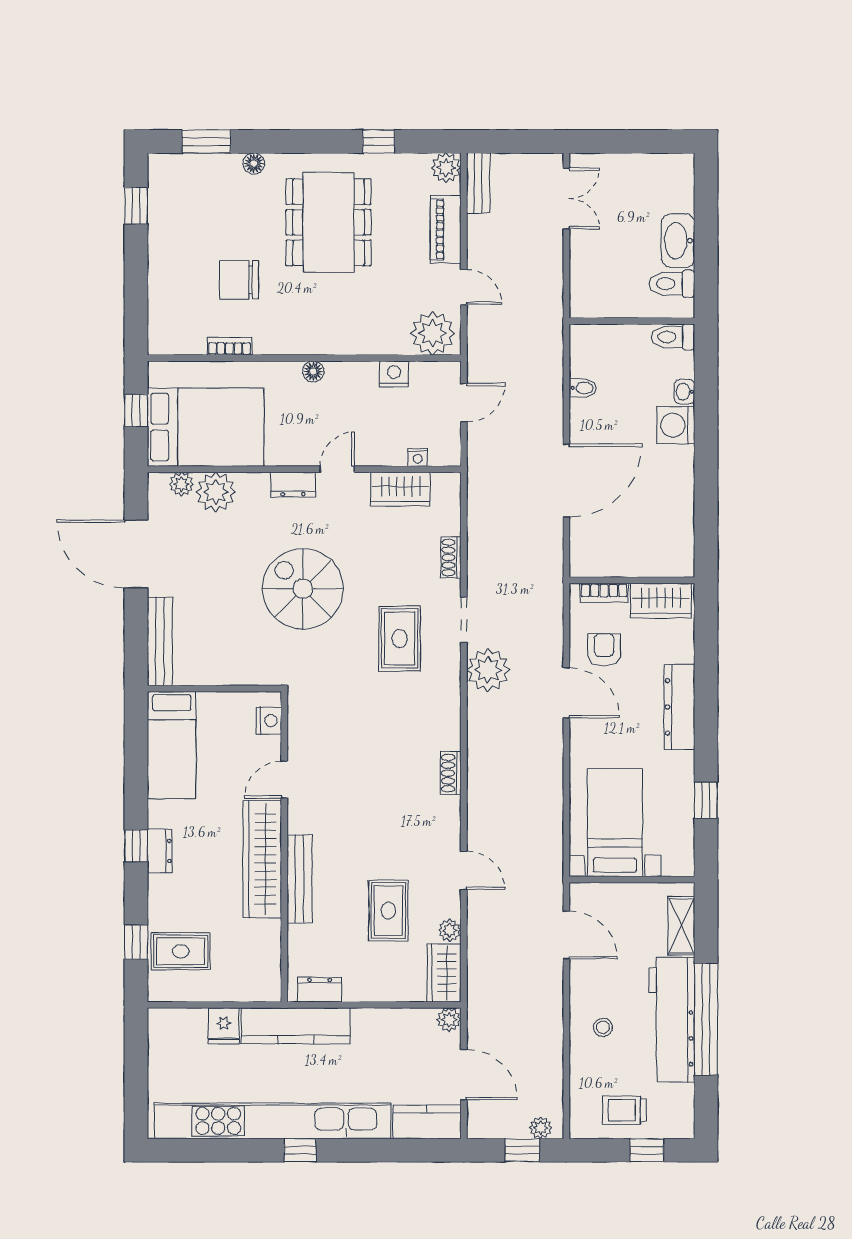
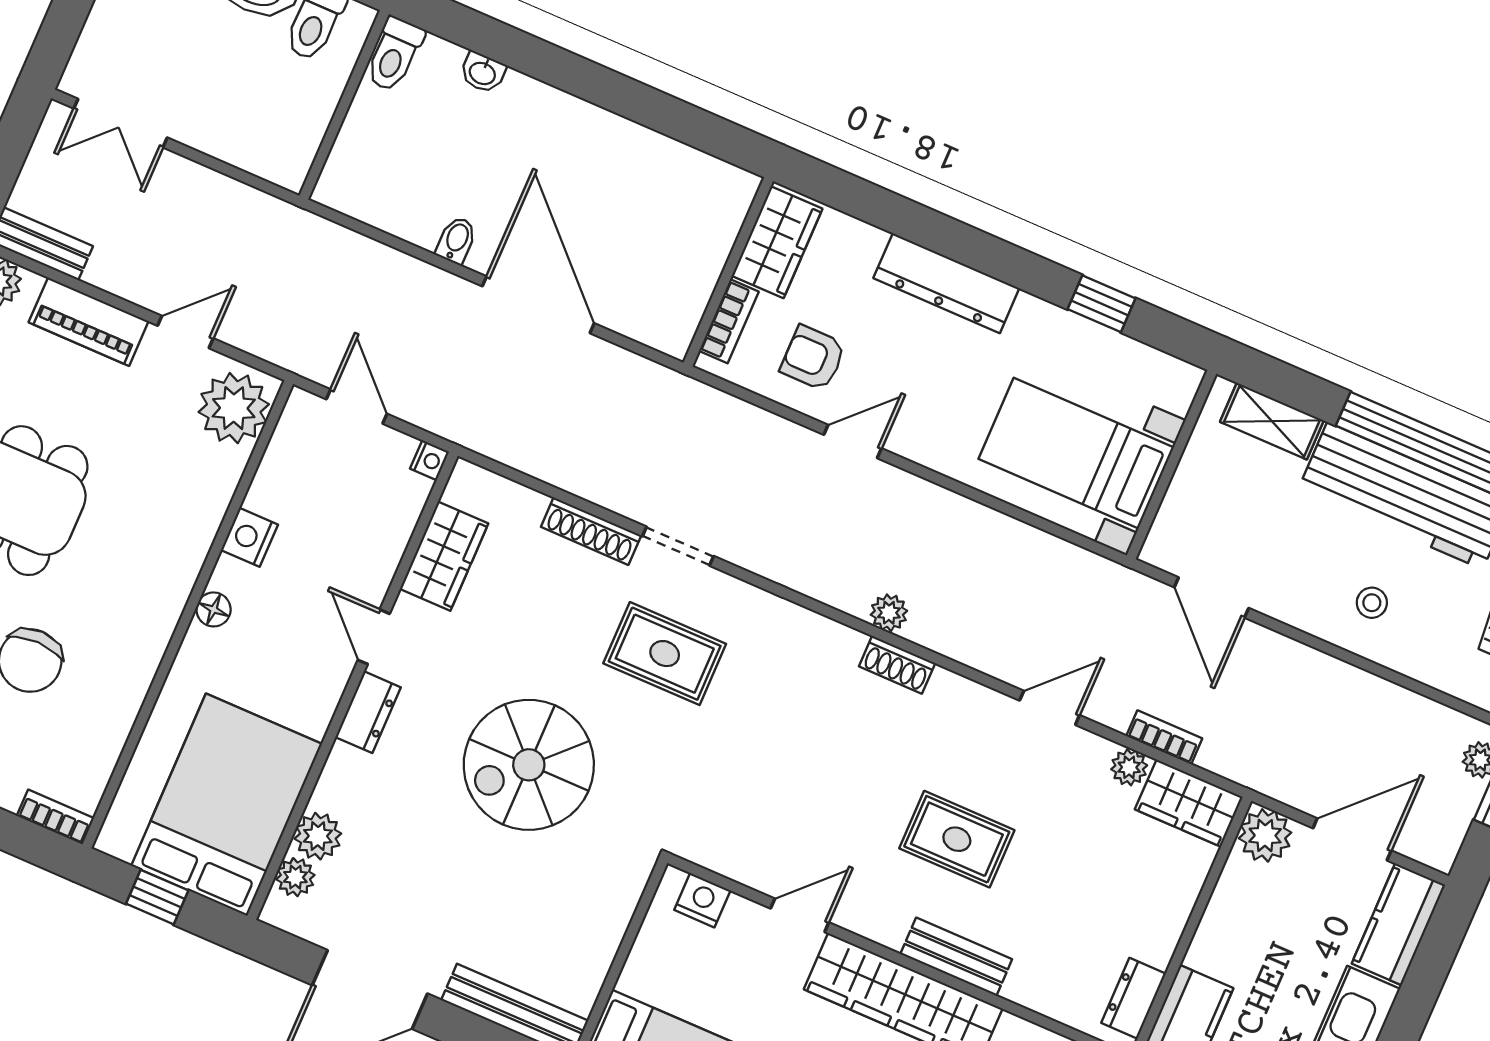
double door: (566, 199) -> (120, 123), swing flipped
bookcase: (229, 346) -> (55, 817), moved, turned 90
nightstand: (394, 374) -> (249, 537), moved
bidet: (583, 388) -> (456, 240), moved
washing machine: (676, 425) -> (527, 107), removed
nightstand: (418, 457) -> (430, 460), moved
plant: (216, 492) -> (318, 836), width x0.73, depth x0.73
shoe rack: (451, 558) -> (591, 531), width x1.43
plant: (488, 670) -> (889, 613), moved, width x0.53, depth x0.53
door: (566, 693) -> (853, 441), width x0.73
door: (284, 780) -> (800, 915), swing flipped
bench: (299, 879) -> (956, 957), width x0.73
rug: (388, 910) -> (957, 839), moved
door: (566, 935) -> (1212, 598), swing flipped
bookcase: (475, 943) -> (1164, 737), added
plant: (449, 1020) -> (1265, 835), width x1.38, depth x1.38

